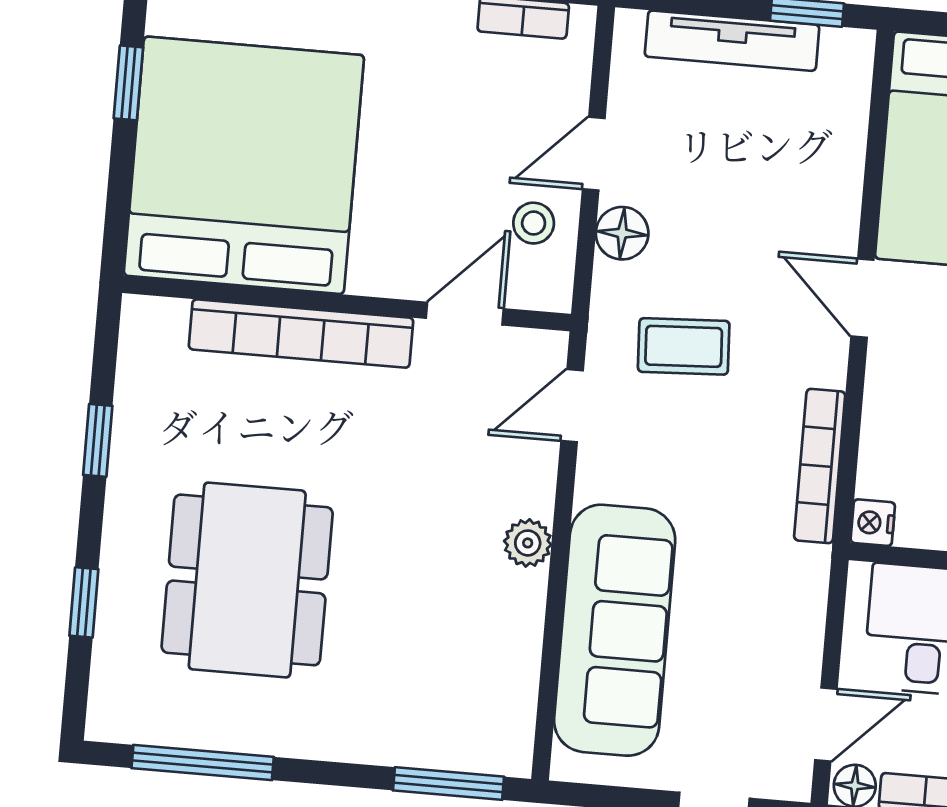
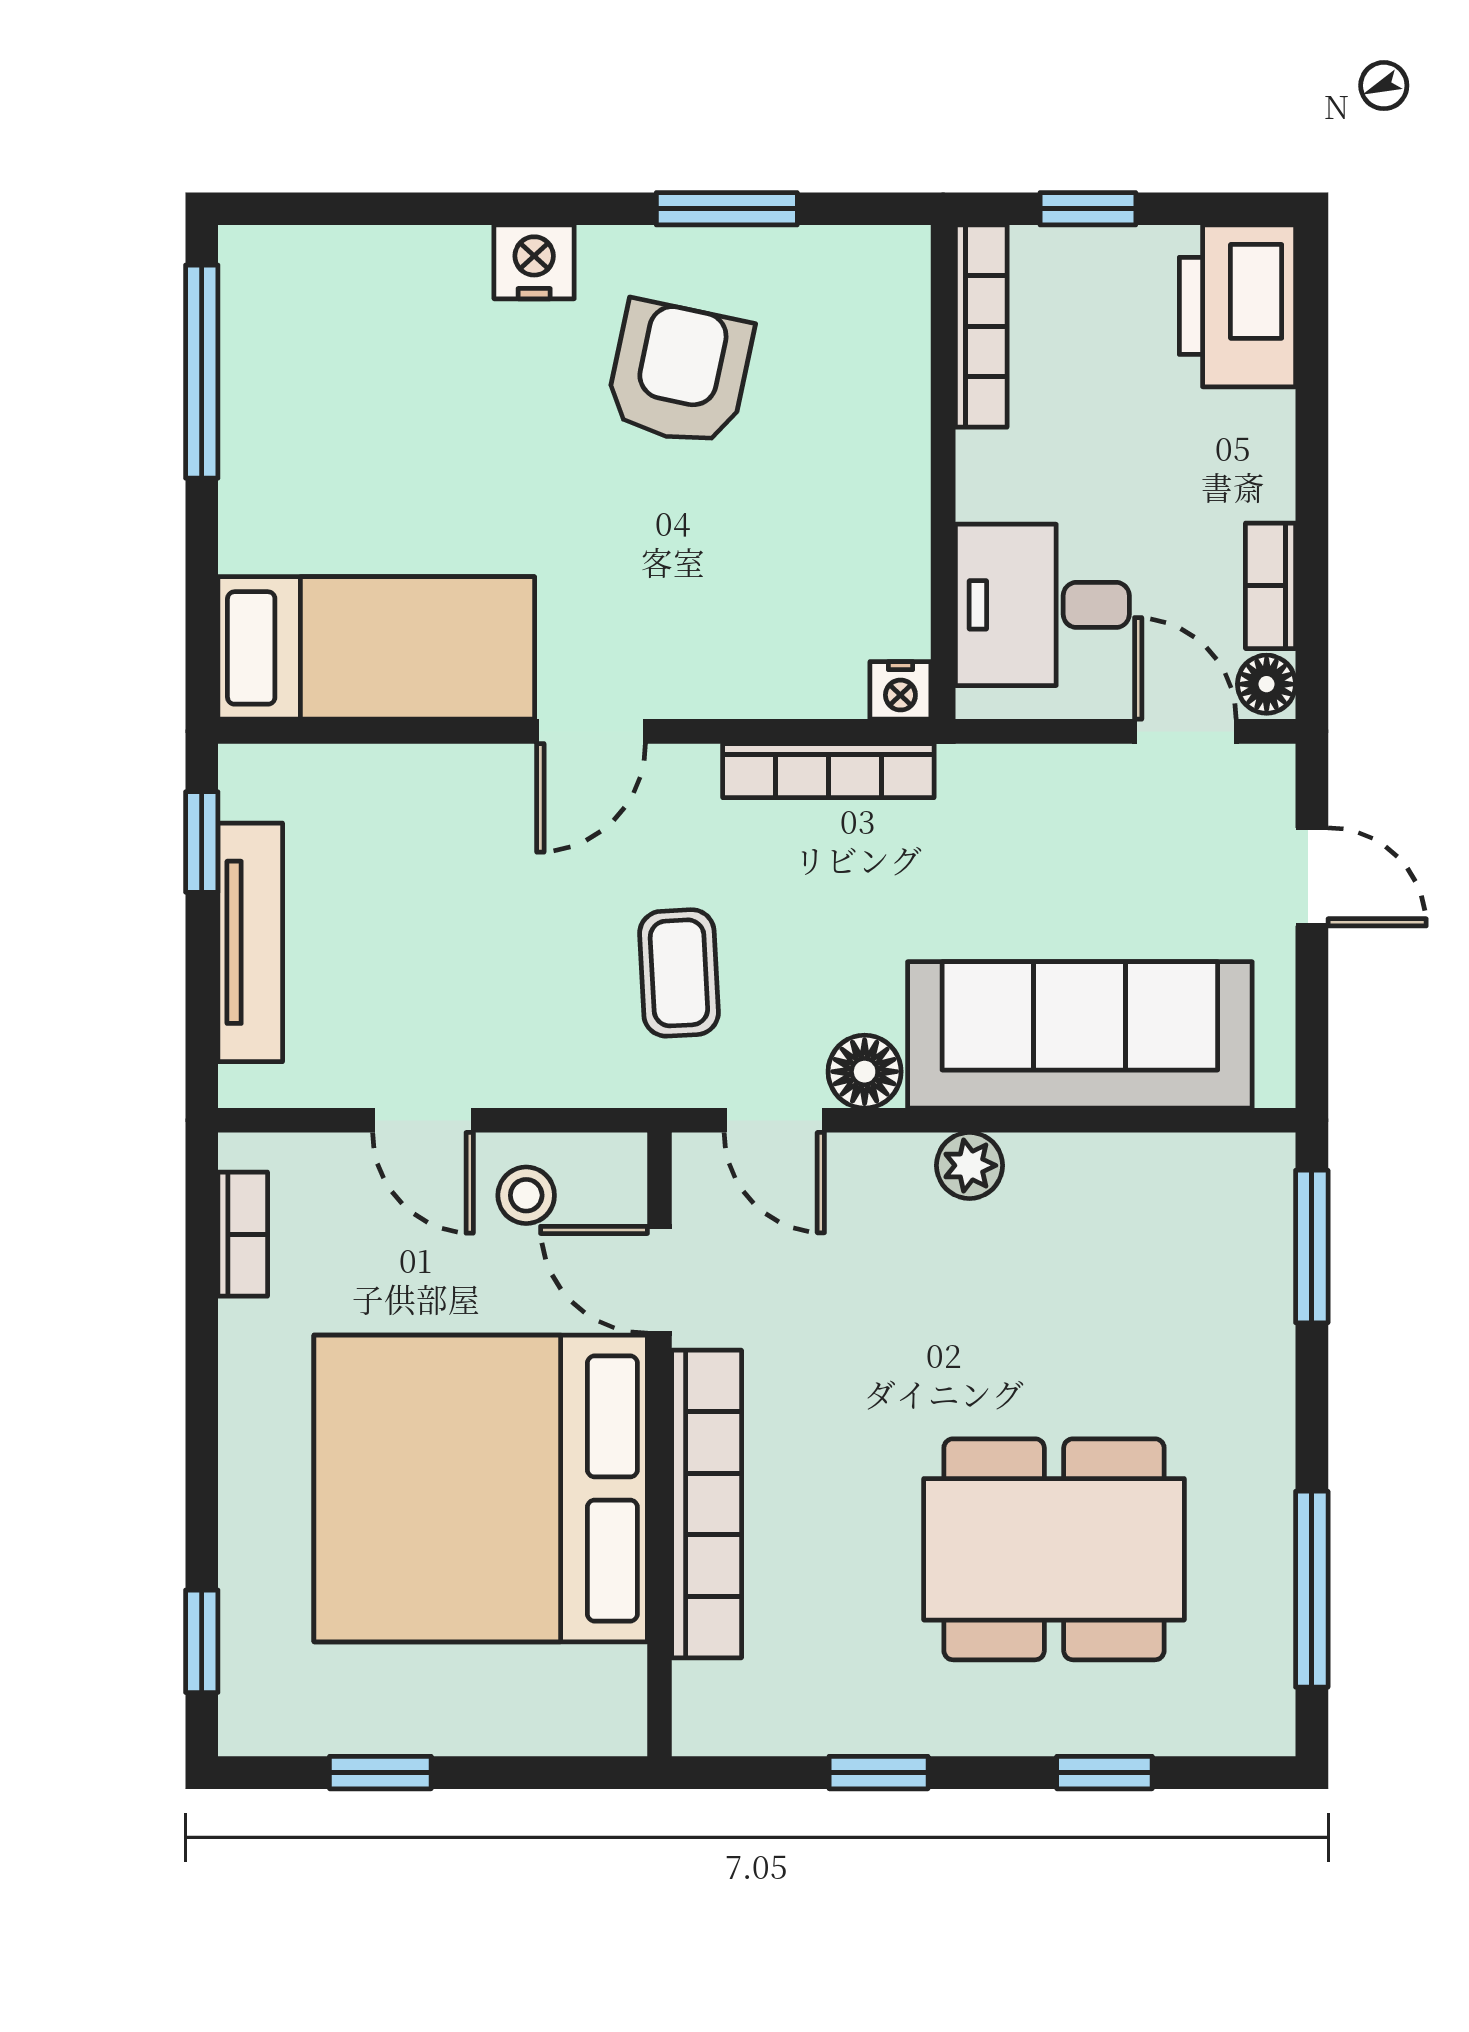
bed: (244, 165) -> (481, 1488), moved
floor lamp: (622, 233) -> (865, 1072), moved

